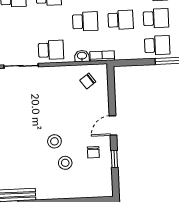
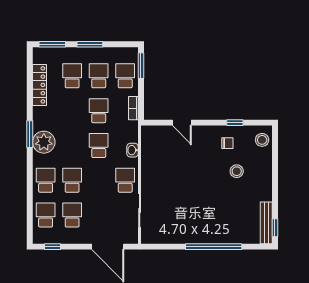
bookcase: (102, 56) -> (133, 108), moved
chair: (88, 81) -> (157, 145), removed
door: (113, 125) -> (182, 123), moved
stool: (54, 141) -> (262, 140), moved

